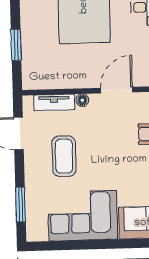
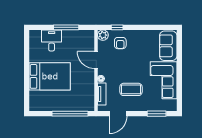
window: (16, 45) -> (70, 114), width x2.11

